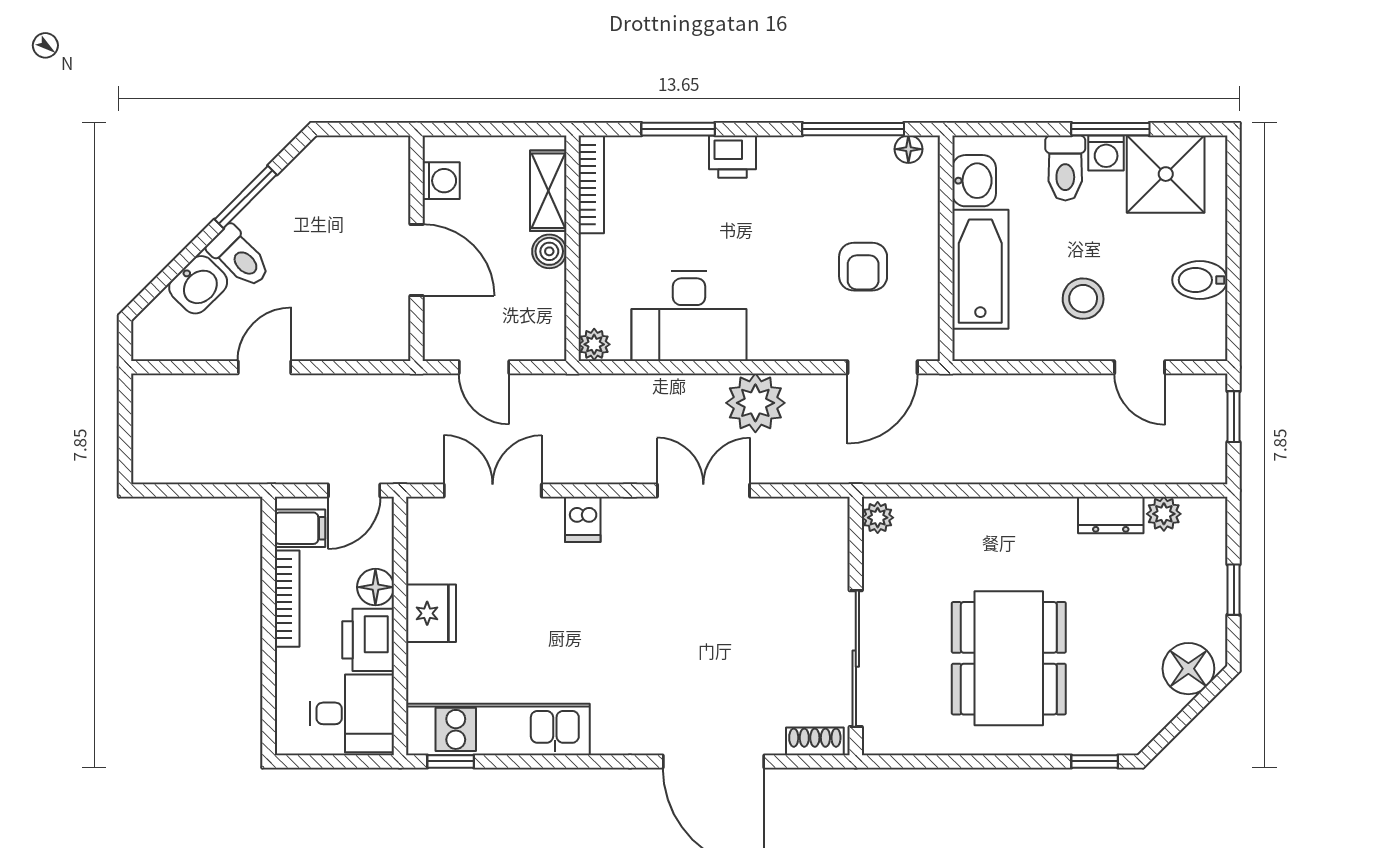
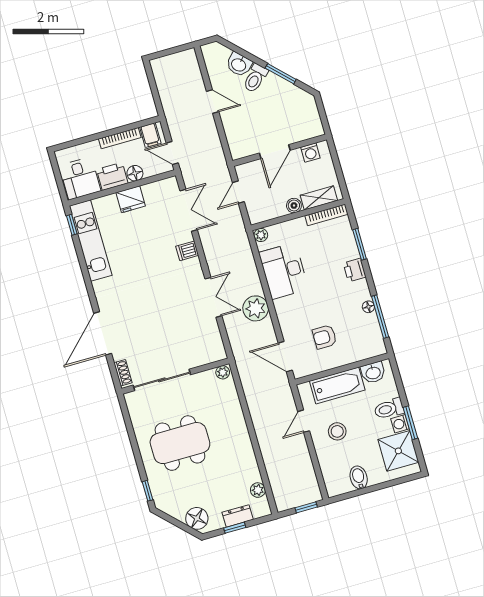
floor lamp: (908, 149) -> (368, 307), moved
door: (1140, 367) -> (304, 421), moved
dresser: (1111, 515) -> (238, 516), moved, turned 90

